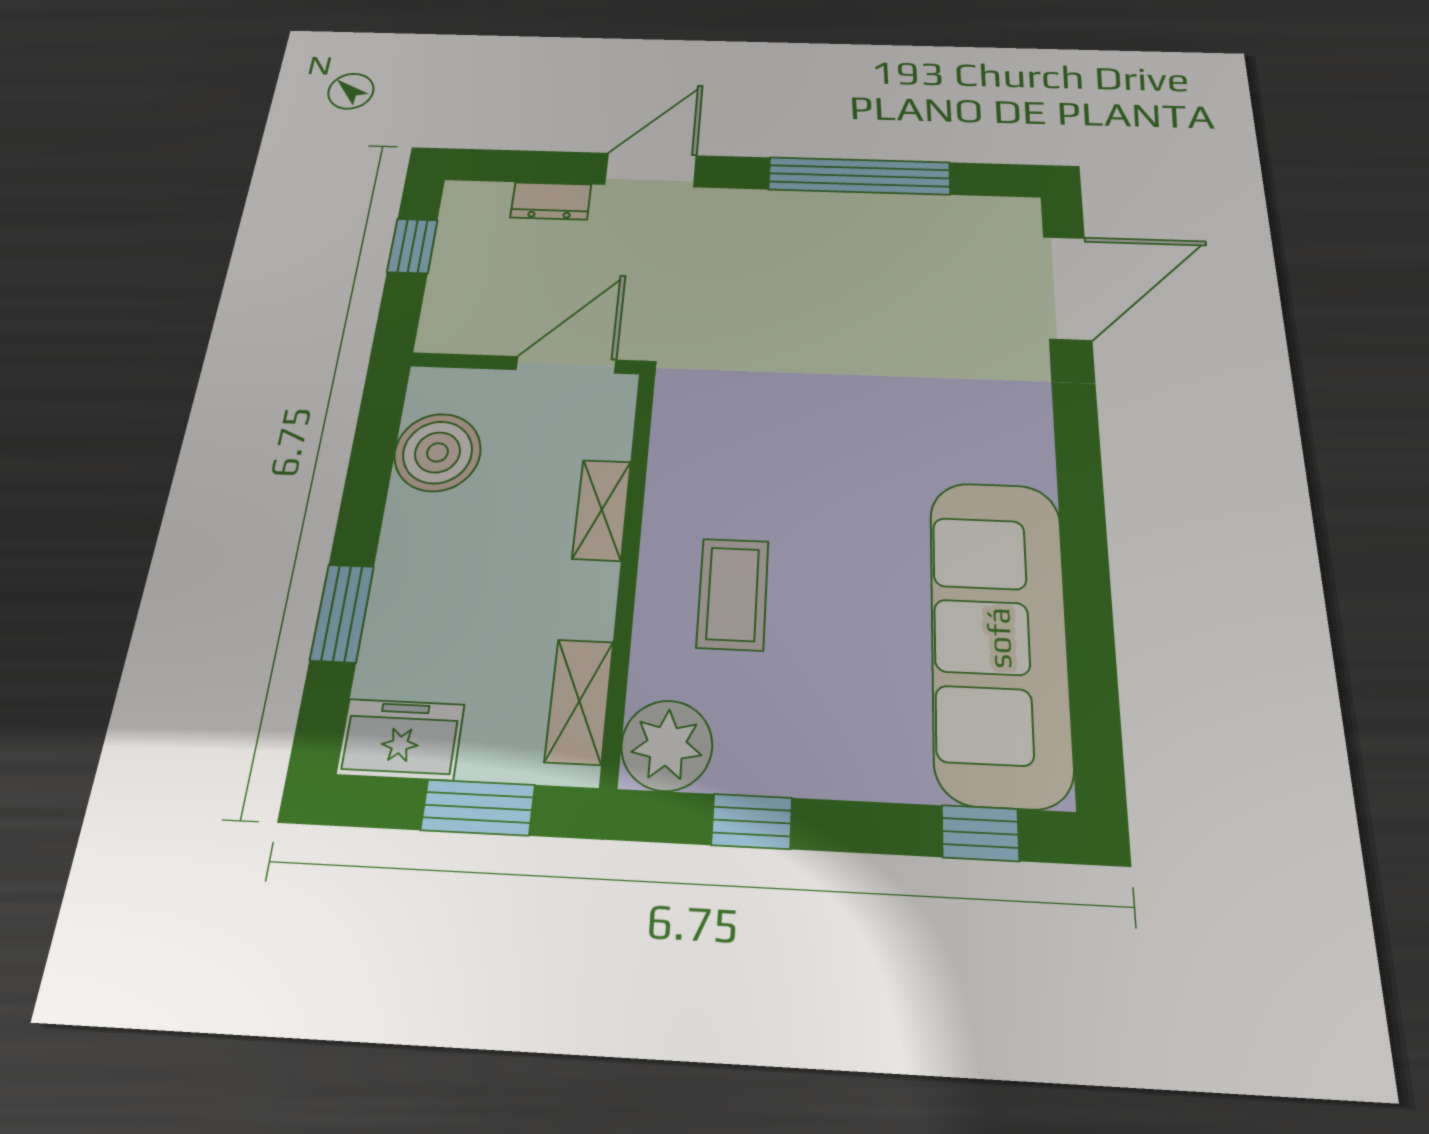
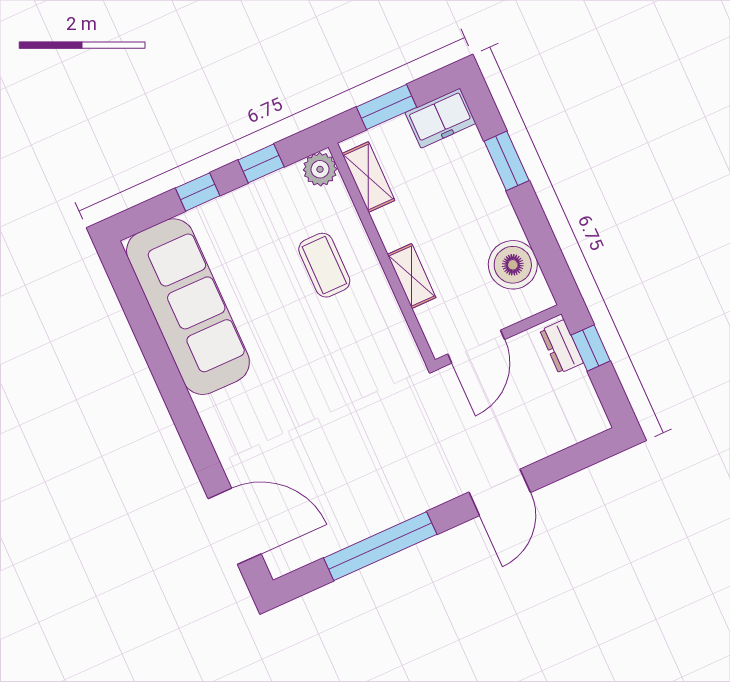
dresser: (551, 201) -> (562, 347), moved, turned -90
window: (412, 246) -> (591, 348), moved
door: (1067, 288) -> (235, 526), swing flipped
plant: (667, 745) -> (320, 169), width x0.73, depth x0.73
window: (980, 833) -> (198, 192), moved

